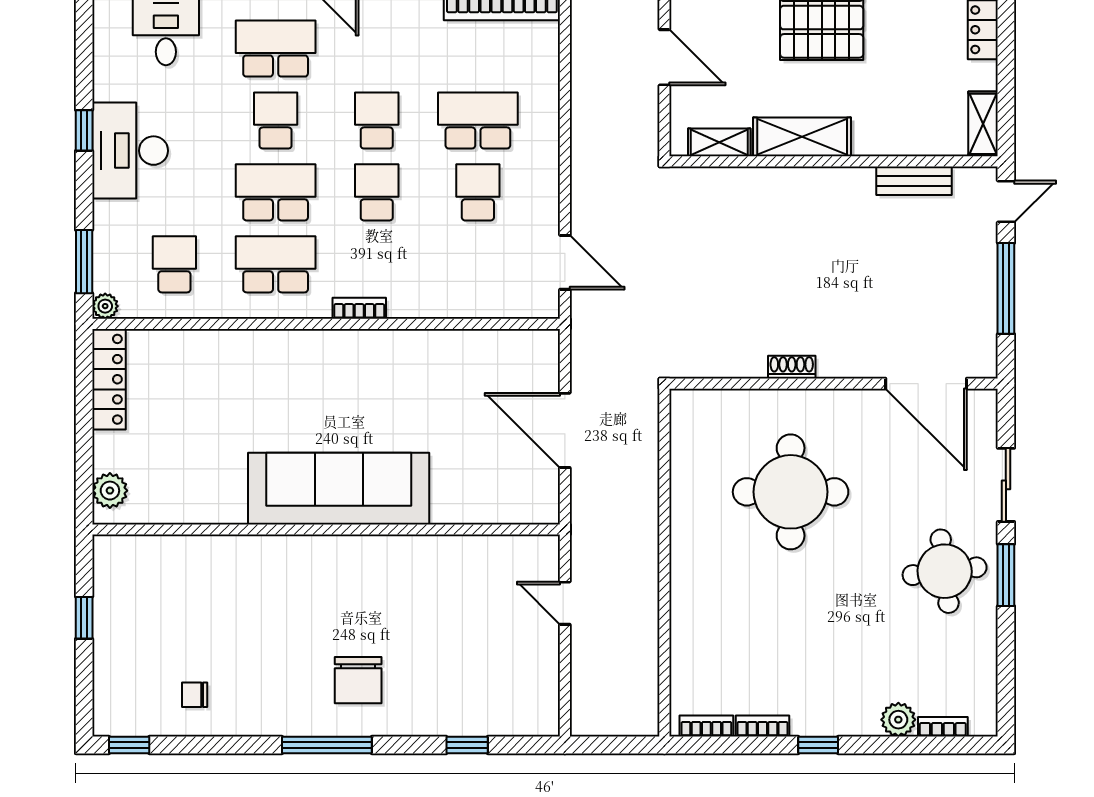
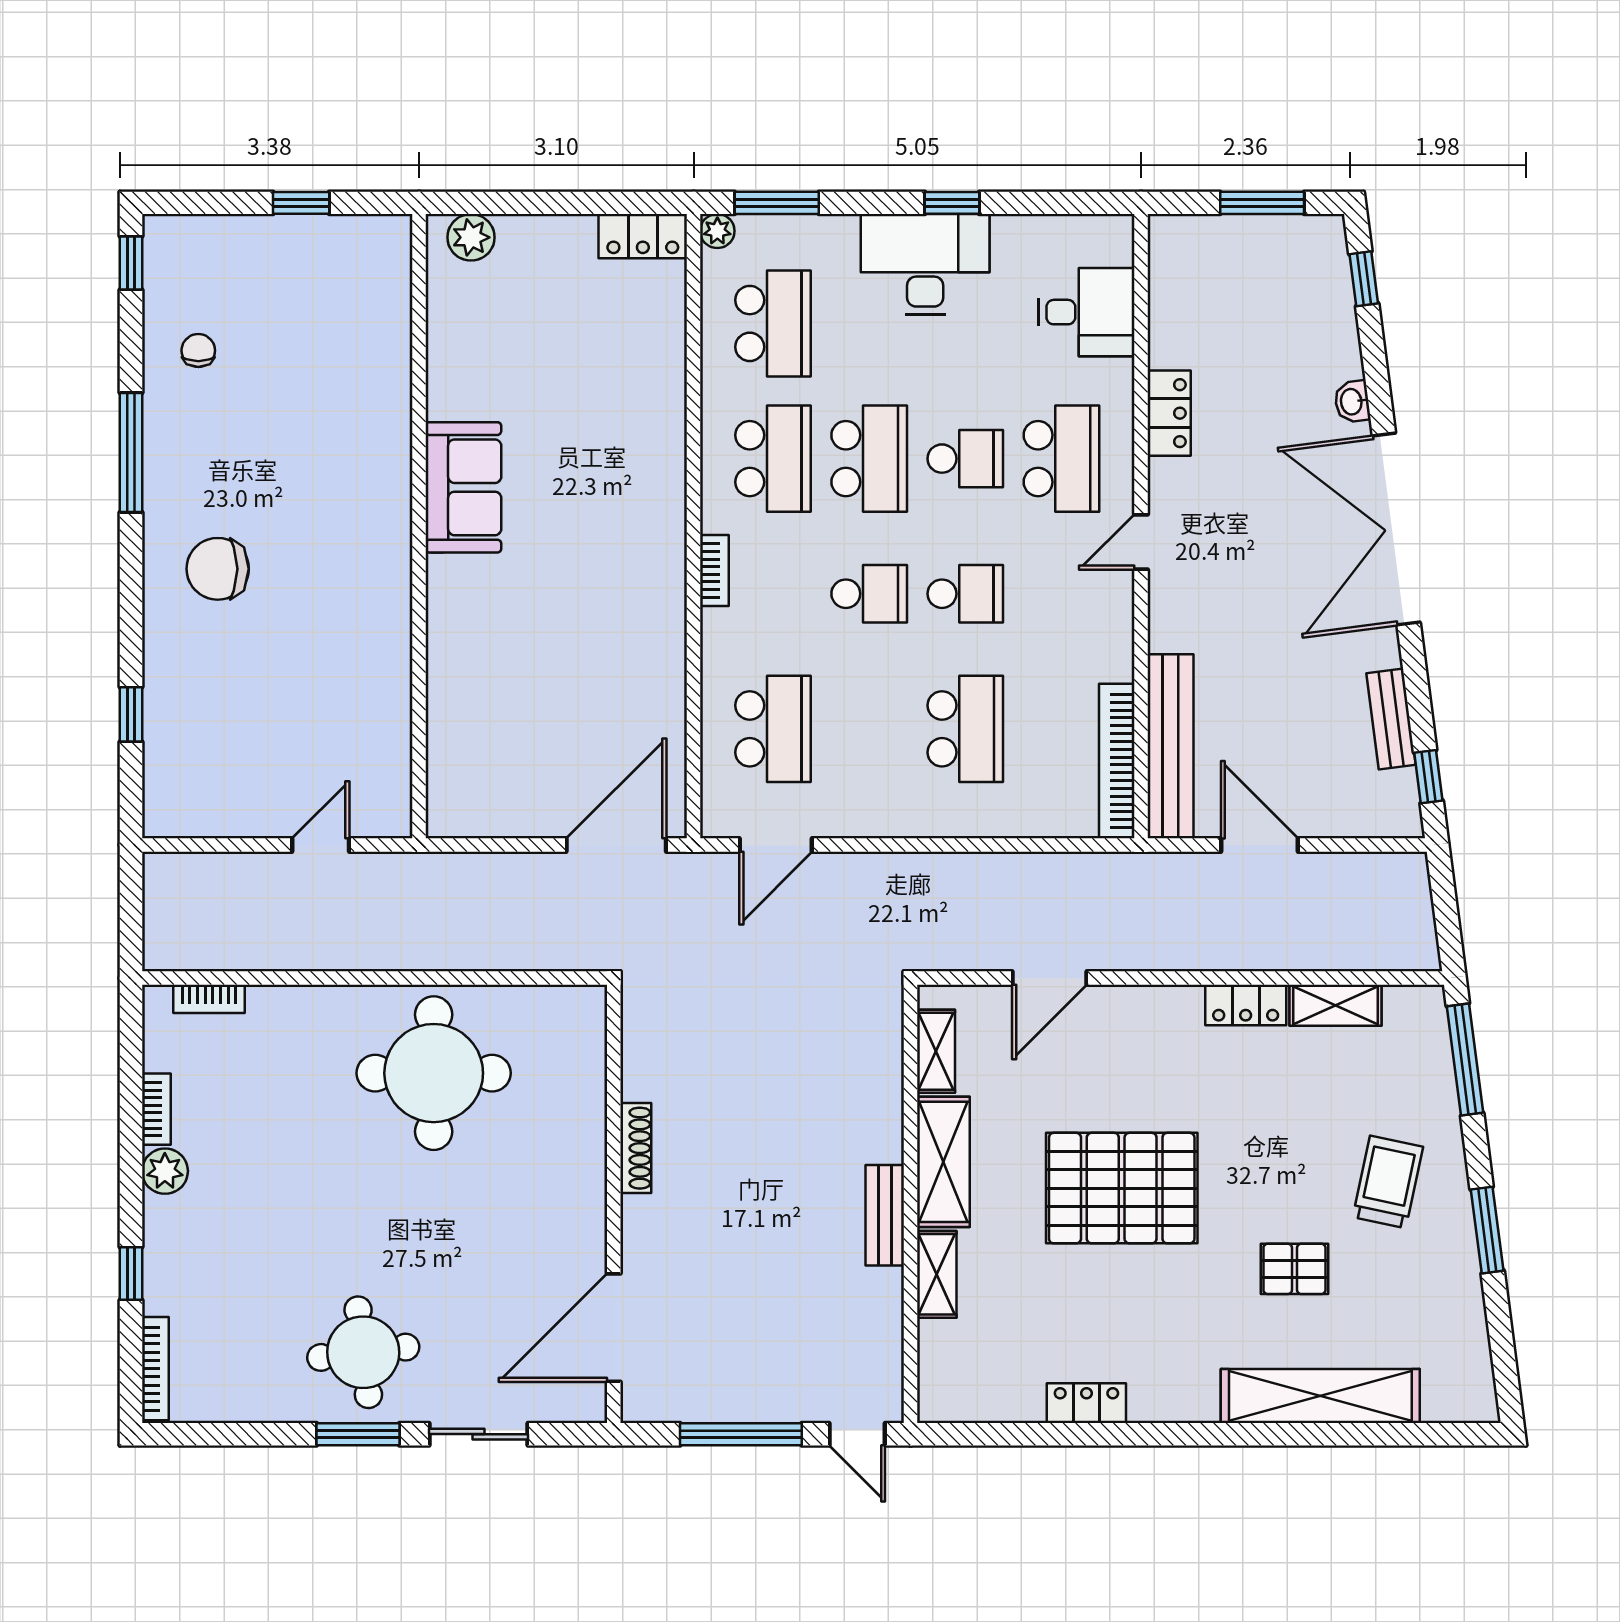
shelving: (983, 124) -> (937, 1274), moved, turned 90
bench: (914, 181) -> (885, 1215), moved
school desk: (478, 192) -> (773, 729), moved, width x1.85
school desk: (174, 264) -> (773, 323), width x1.85
shoe rack: (792, 367) -> (636, 1148), width x1.43
locker: (109, 379) -> (643, 236), width x0.66
door: (565, 430) -> (616, 845), moved
sofa: (339, 489) -> (463, 487), width x0.54, depth x0.79
round table: (791, 492) -> (434, 1073), moved
plant: (898, 720) -> (165, 1171), moved
bookcase: (706, 726) -> (209, 999), moved, turned 90
bookcase: (943, 727) -> (155, 1369), width x1.56
window: (327, 745) -> (131, 453), moved
window: (818, 745) -> (131, 1273), moved

